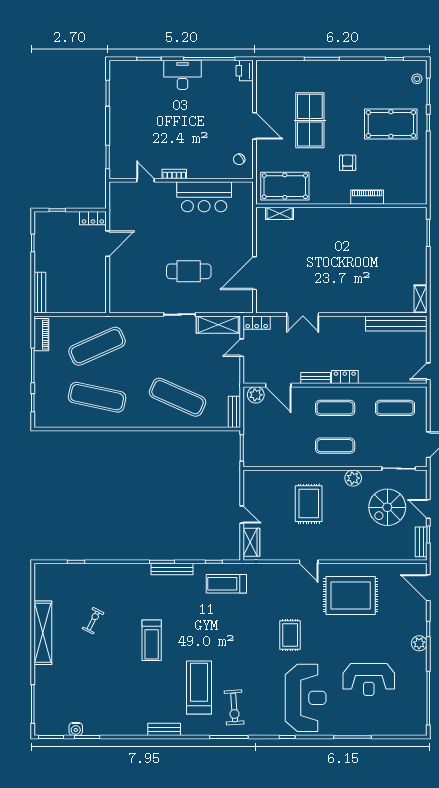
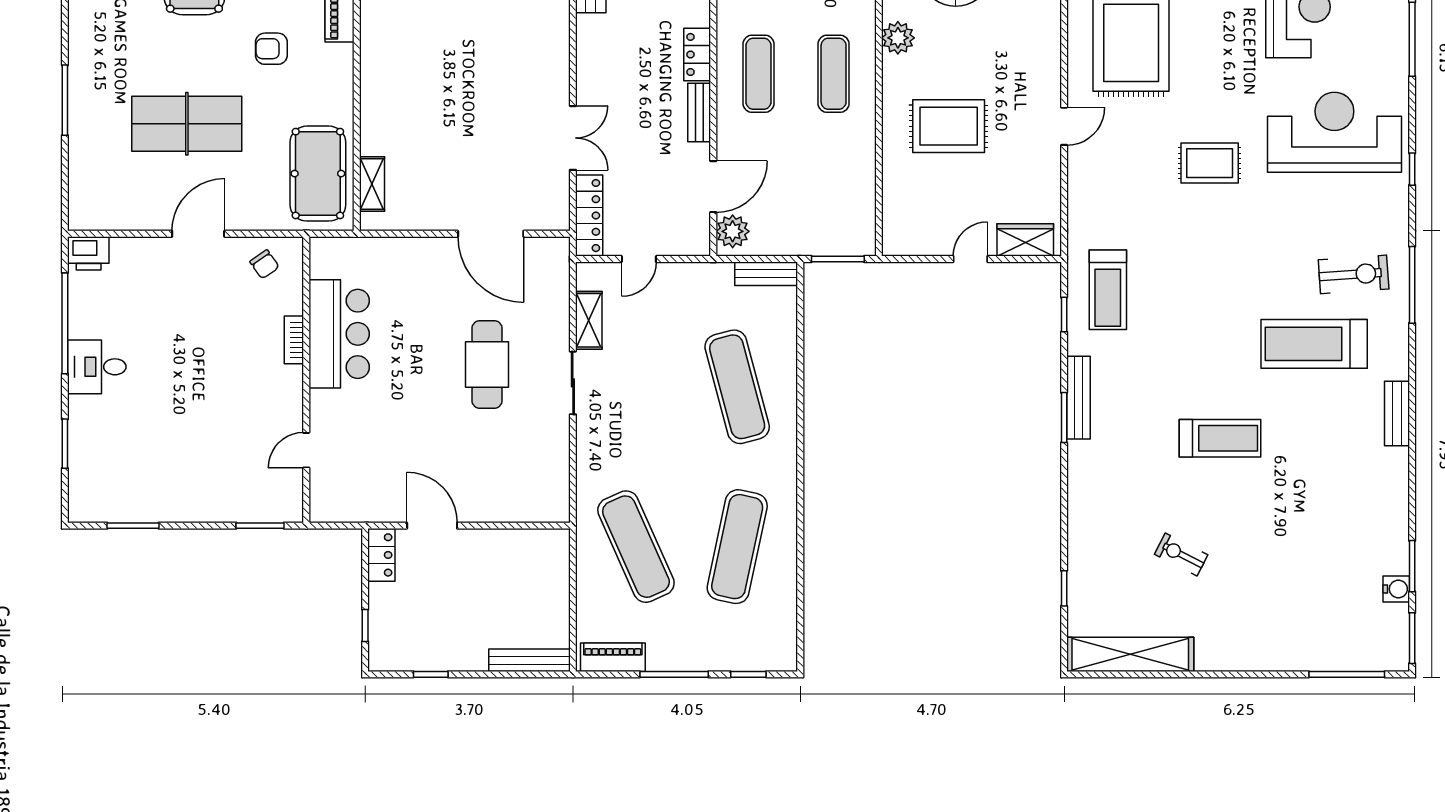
desk: (183, 75) -> (97, 367), width x0.73
bookcase: (174, 174) -> (294, 340), moved
locker: (257, 323) -> (589, 216), width x1.53
shelving: (218, 325) -> (589, 320), width x0.67, depth x0.75
door: (242, 348) -> (639, 259), hinge flipped
exercise mat: (177, 397) -> (737, 387), turned -39
shelving: (43, 633) -> (1130, 654), moved

